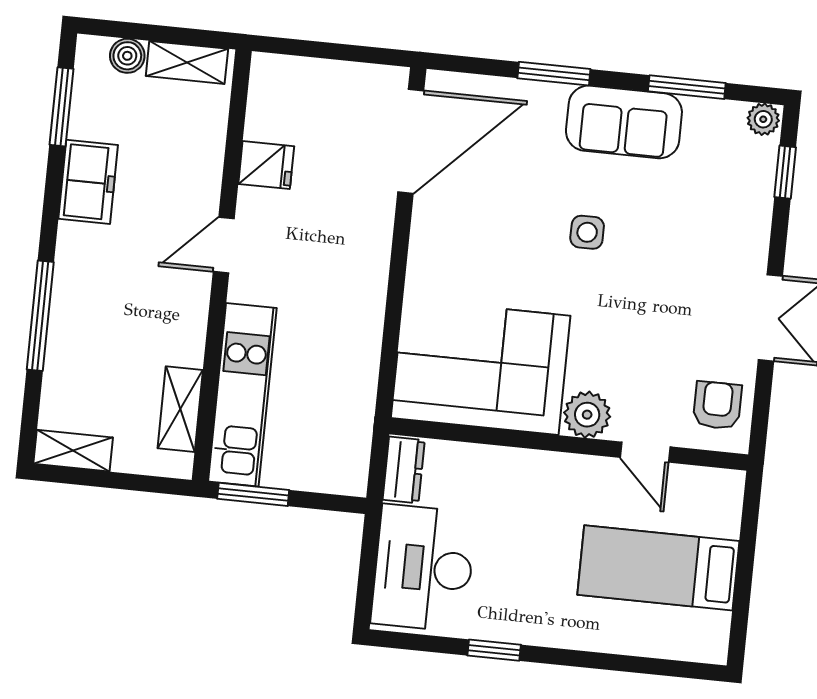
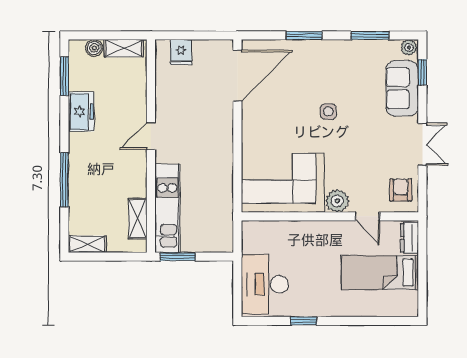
sofa: (624, 122) -> (402, 88), moved, turned 90
fridge: (266, 165) -> (181, 52), moved, turned 90
dresser: (404, 470) -> (409, 238), moved, turned 180

